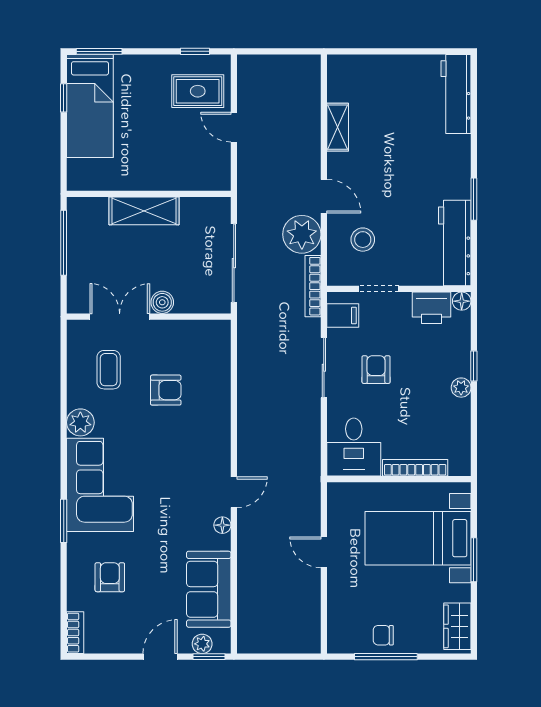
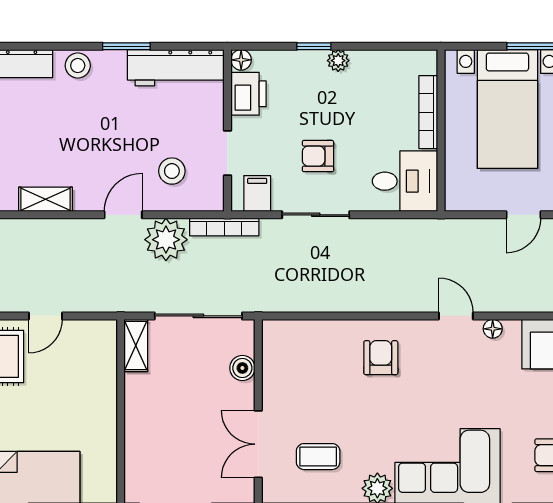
stool: (457, 156) -> (78, 66), added
shelving: (144, 211) -> (136, 345), moved, width x0.67, depth x0.75
boiler: (162, 302) -> (242, 368), moved
armchair: (166, 390) -> (381, 358), moved

